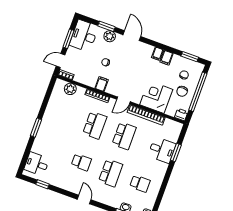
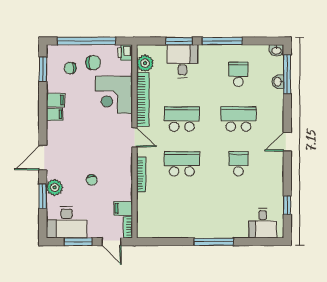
filing cabinet: (102, 84) -> (123, 208), moved
plant: (70, 89) -> (145, 63), moved
window: (36, 128) -> (214, 242), width x1.44
window: (166, 181) -> (222, 41), added

